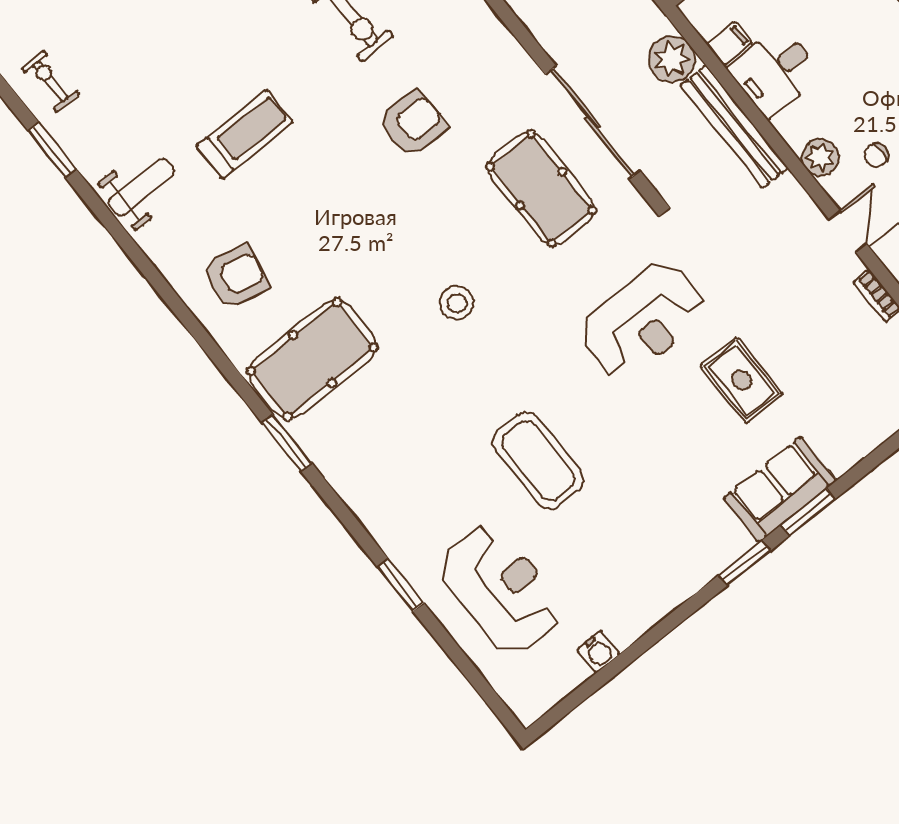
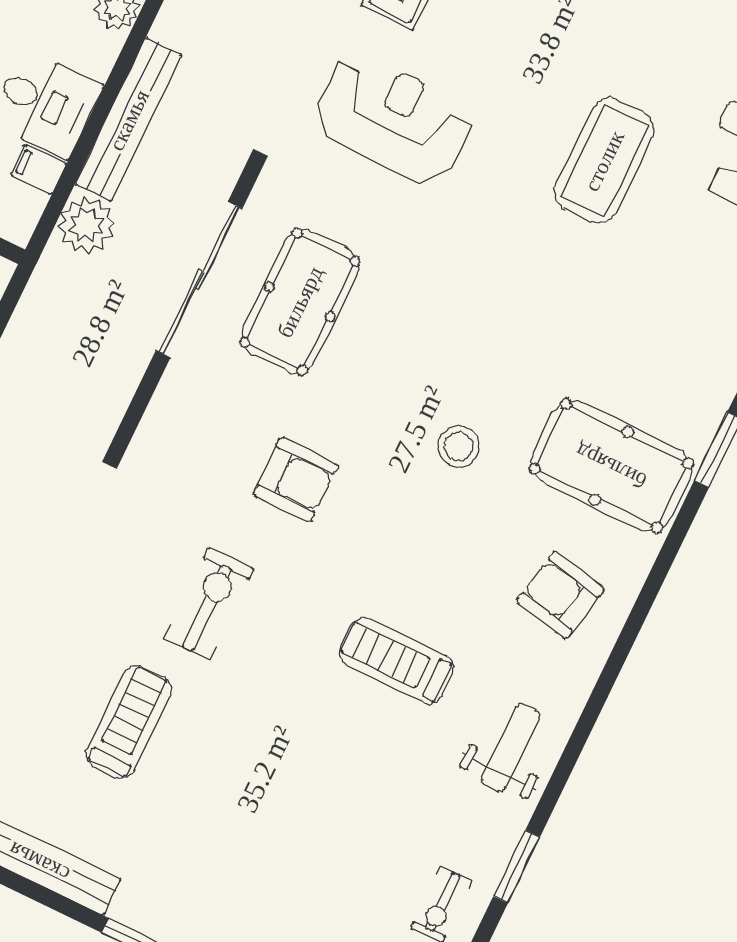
armchair: (413, 123) -> (296, 480), turned 180
weight bench: (141, 187) -> (511, 748), turned 90
stool: (457, 303) -> (459, 446), moved

